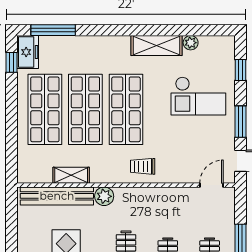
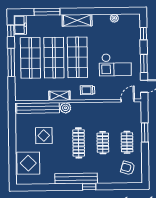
window: (53, 30) -> (47, 12), moved
shelving: (156, 45) -> (77, 20), moved
checkout: (198, 96) -> (115, 65), moved
window: (12, 117) -> (11, 62), added
shelving: (71, 175) -> (59, 96), moved

